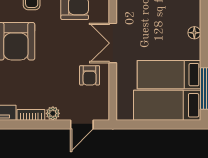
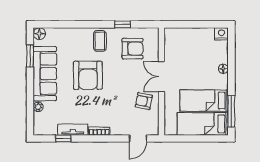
armchair: (90, 75) -> (144, 101), turned 102
plant: (53, 113) -> (116, 130), removed

